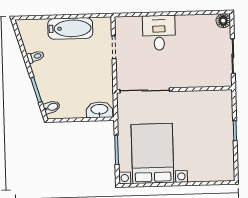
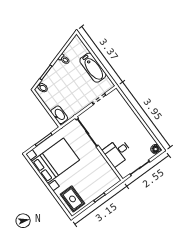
desk: (159, 33) -> (117, 152), moved, turned 180
rug: (214, 165) -> (72, 199), added

